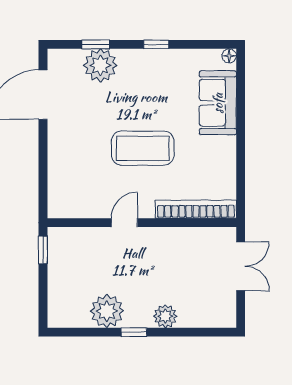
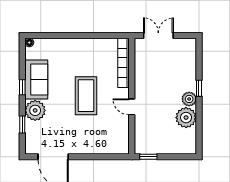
plant: (100, 65) -> (35, 110), moved
sofa: (218, 103) -> (36, 79), moved, turned -90
plant: (165, 316) -> (189, 99), moved
window: (134, 332) -> (199, 88), moved

